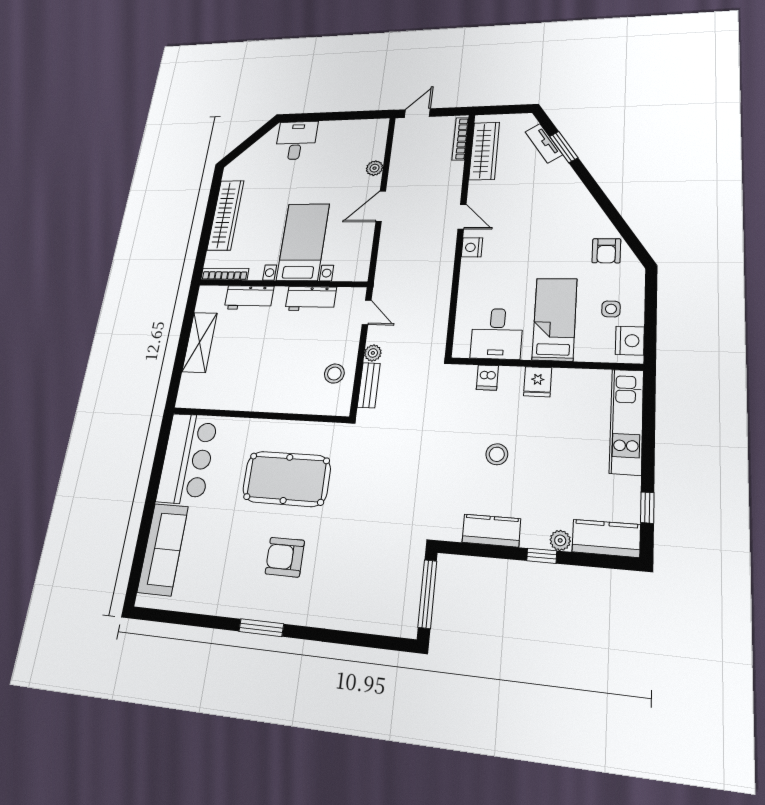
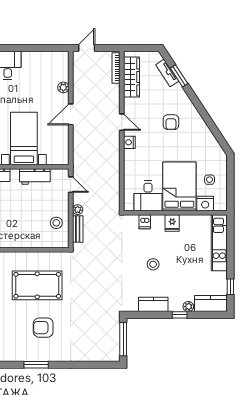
armchair: (606, 251) -> (171, 122), moved
bed: (555, 319) -> (179, 186), width x1.50
nightstand: (630, 341) -> (205, 203), moved, turned 90

